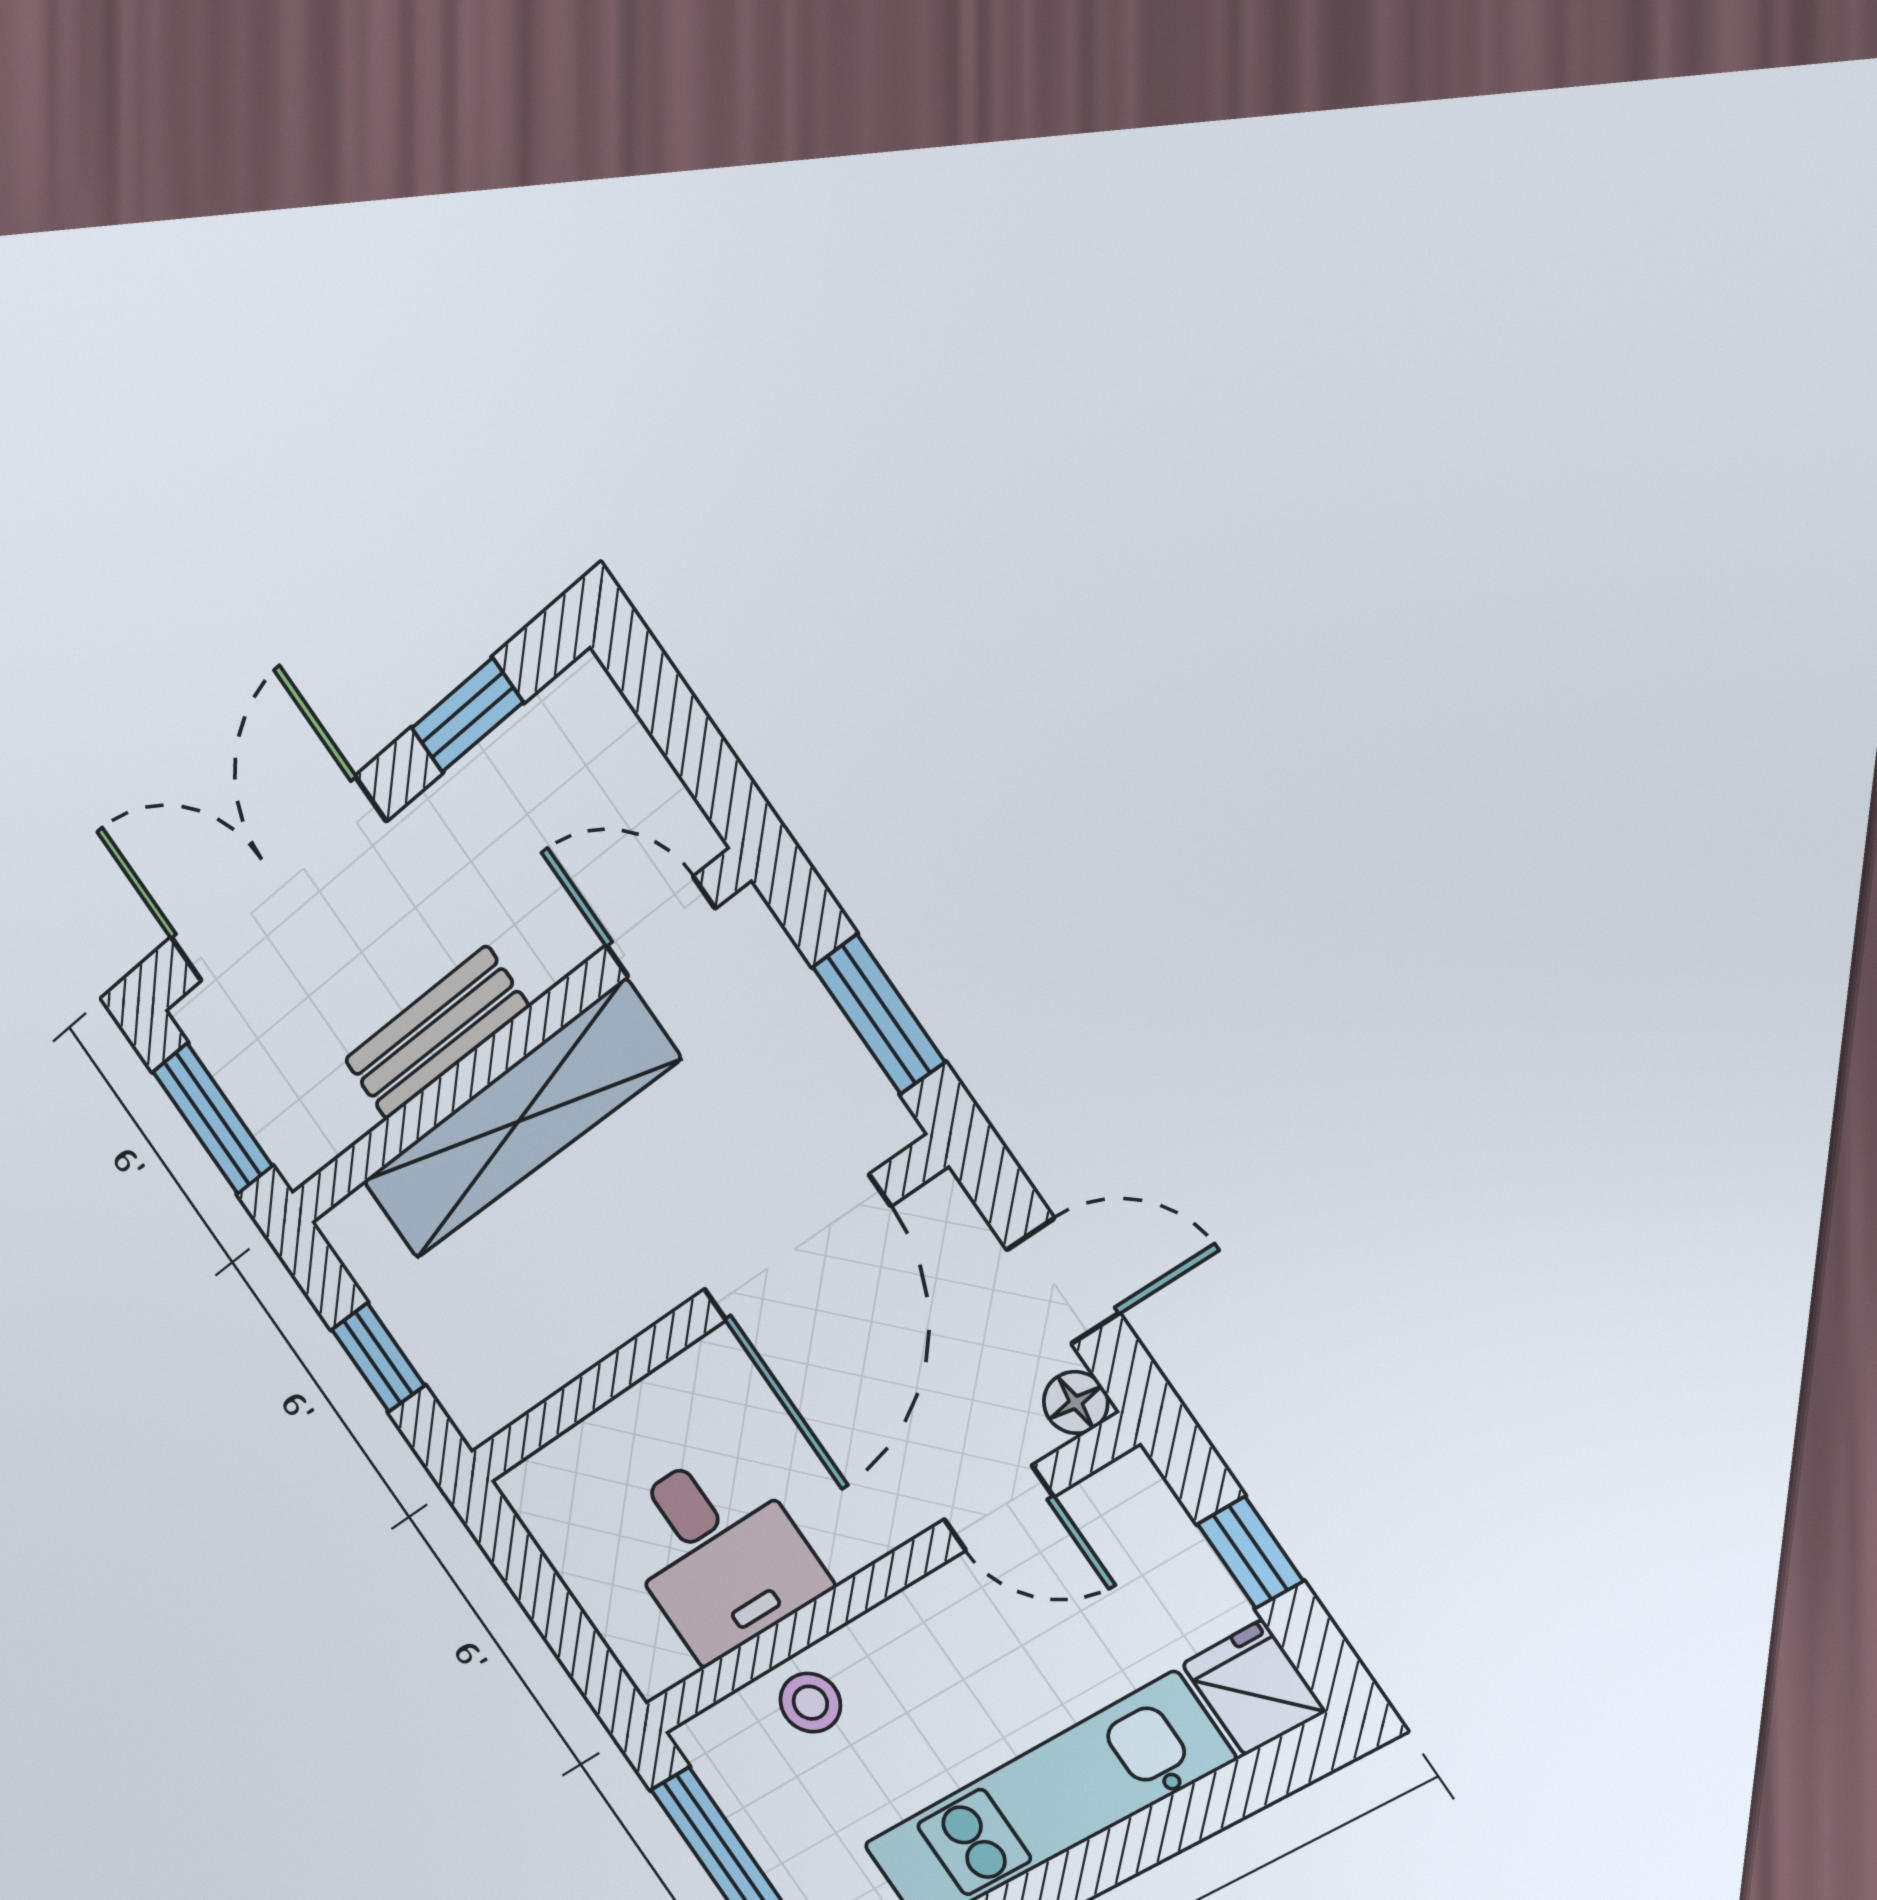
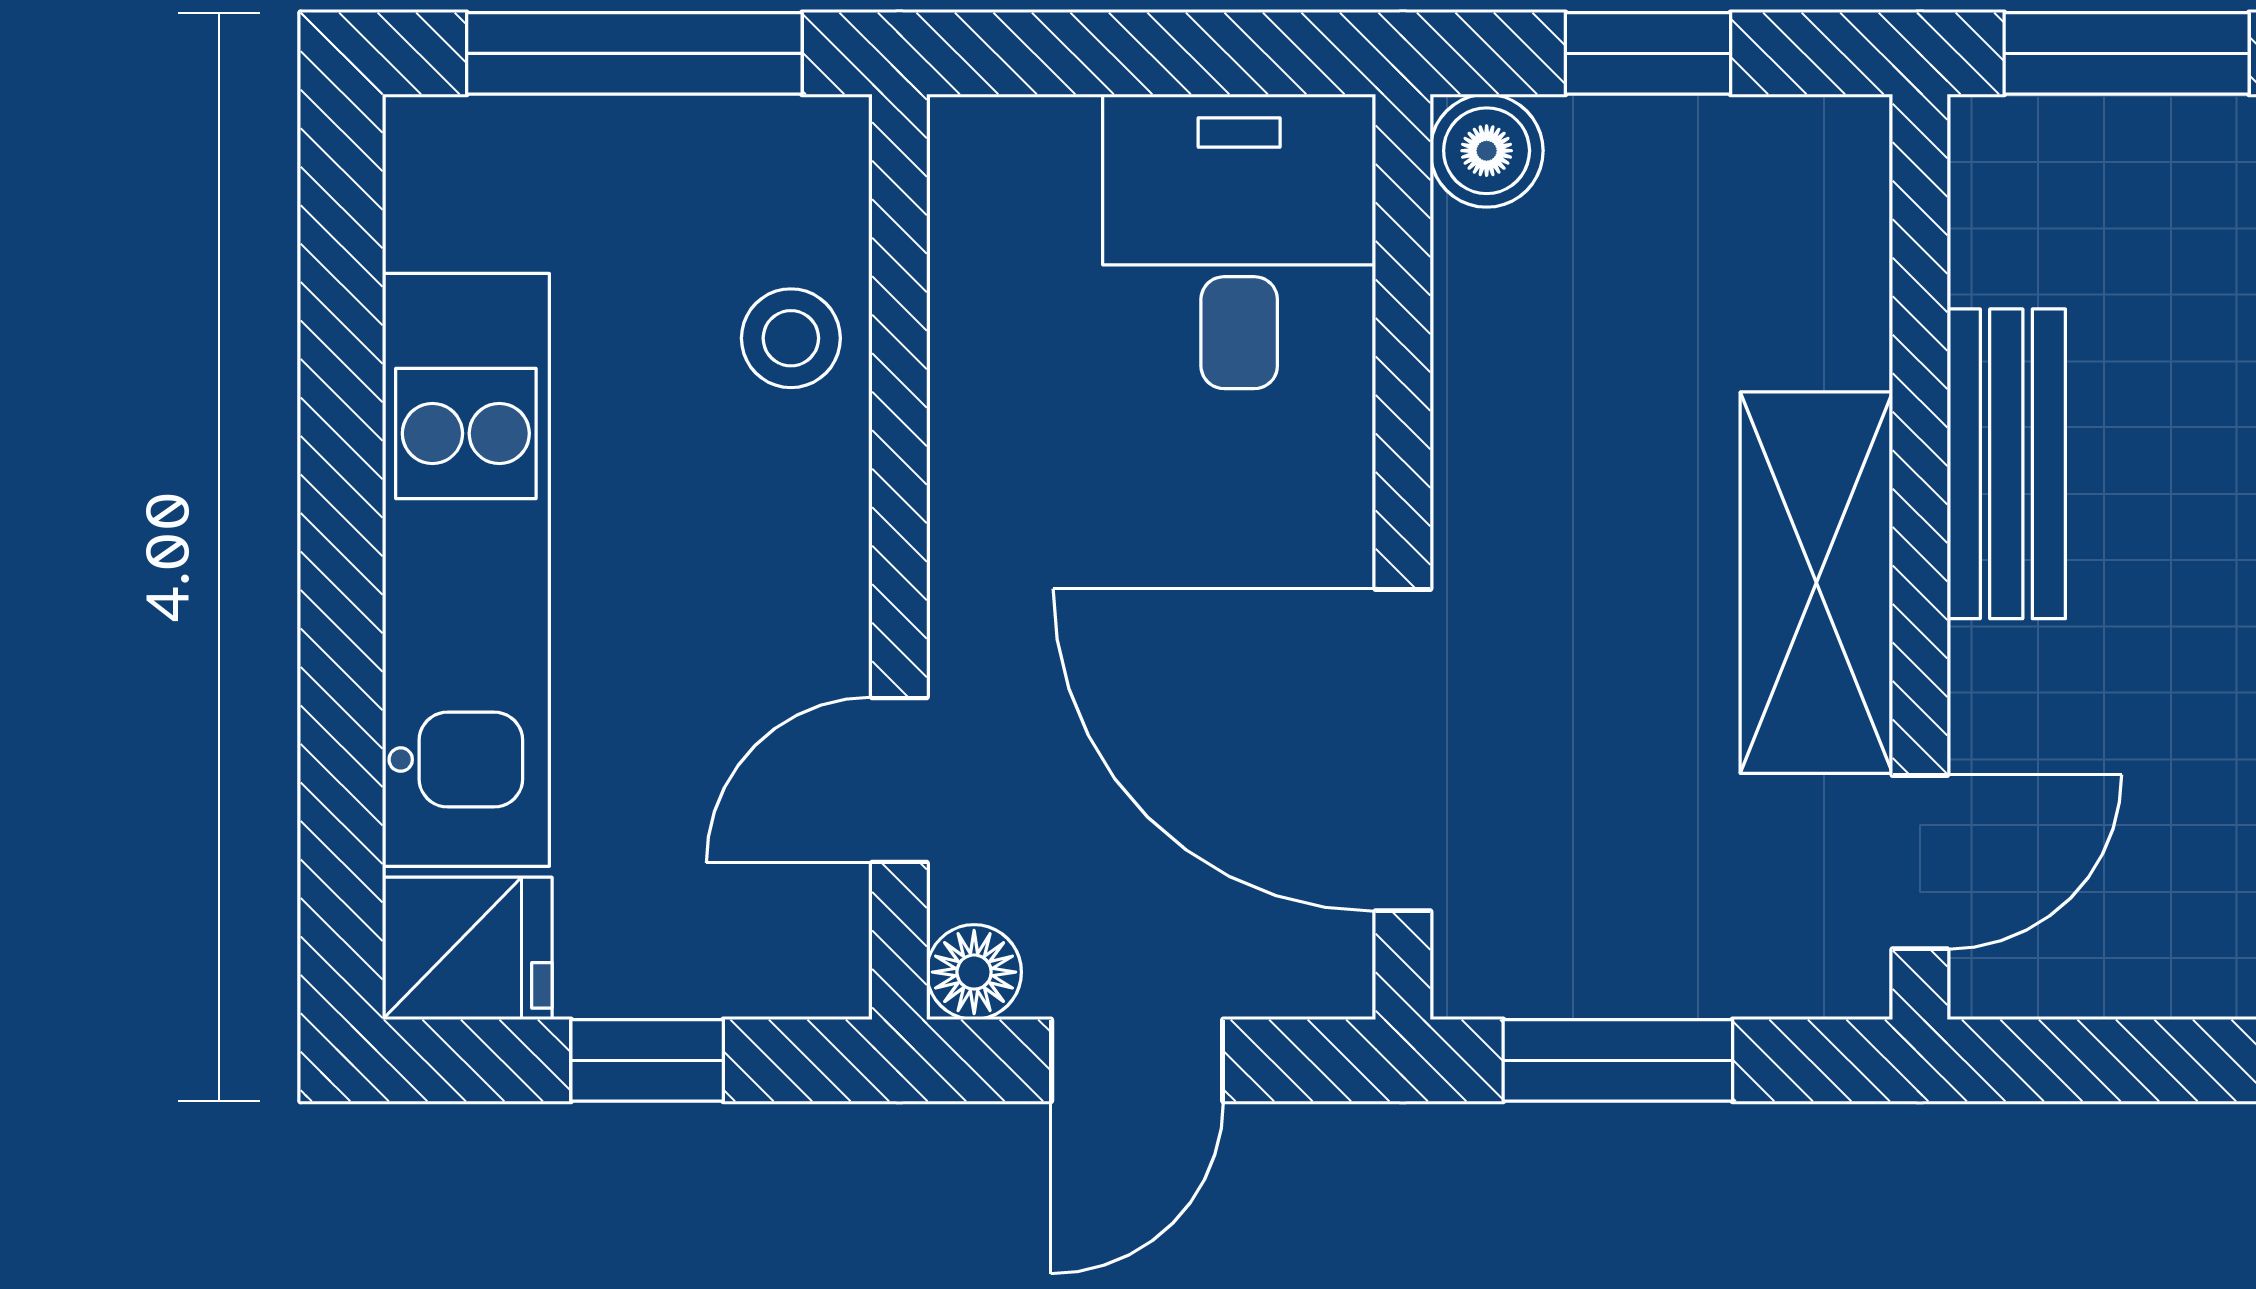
shelving: (518, 1122) -> (1816, 583), width x0.68
boiler: (477, 1407) -> (1487, 151), added
desk: (717, 1553) -> (1239, 241), moved, turned 90

